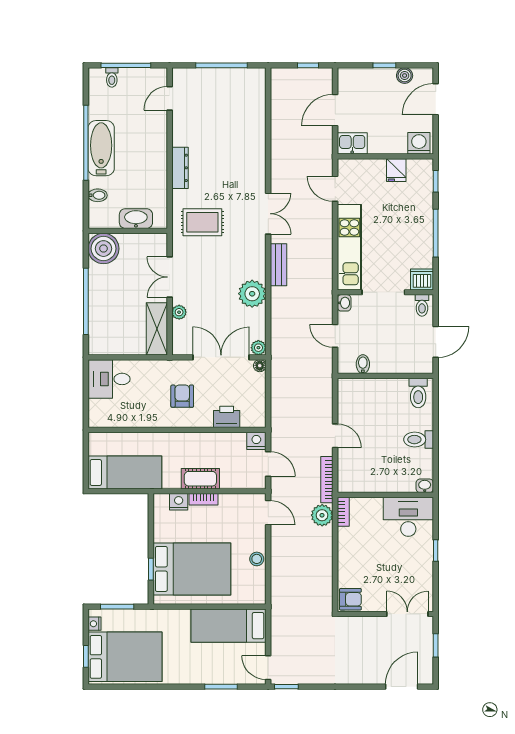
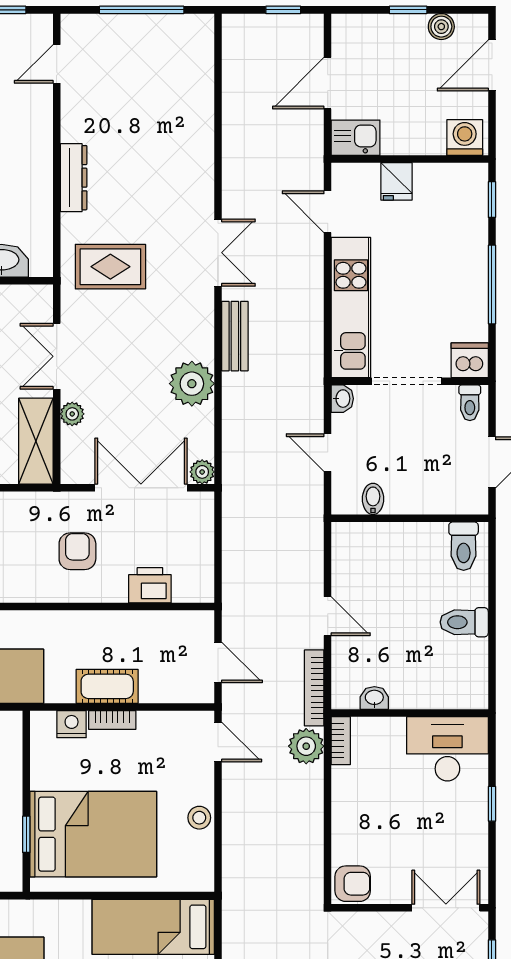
fridge: (396, 170) -> (397, 181), moved
floor lamp: (260, 366) -> (204, 501), removed
nightstand: (256, 441) -> (199, 625), removed
washbasin: (425, 486) -> (374, 698), moved

